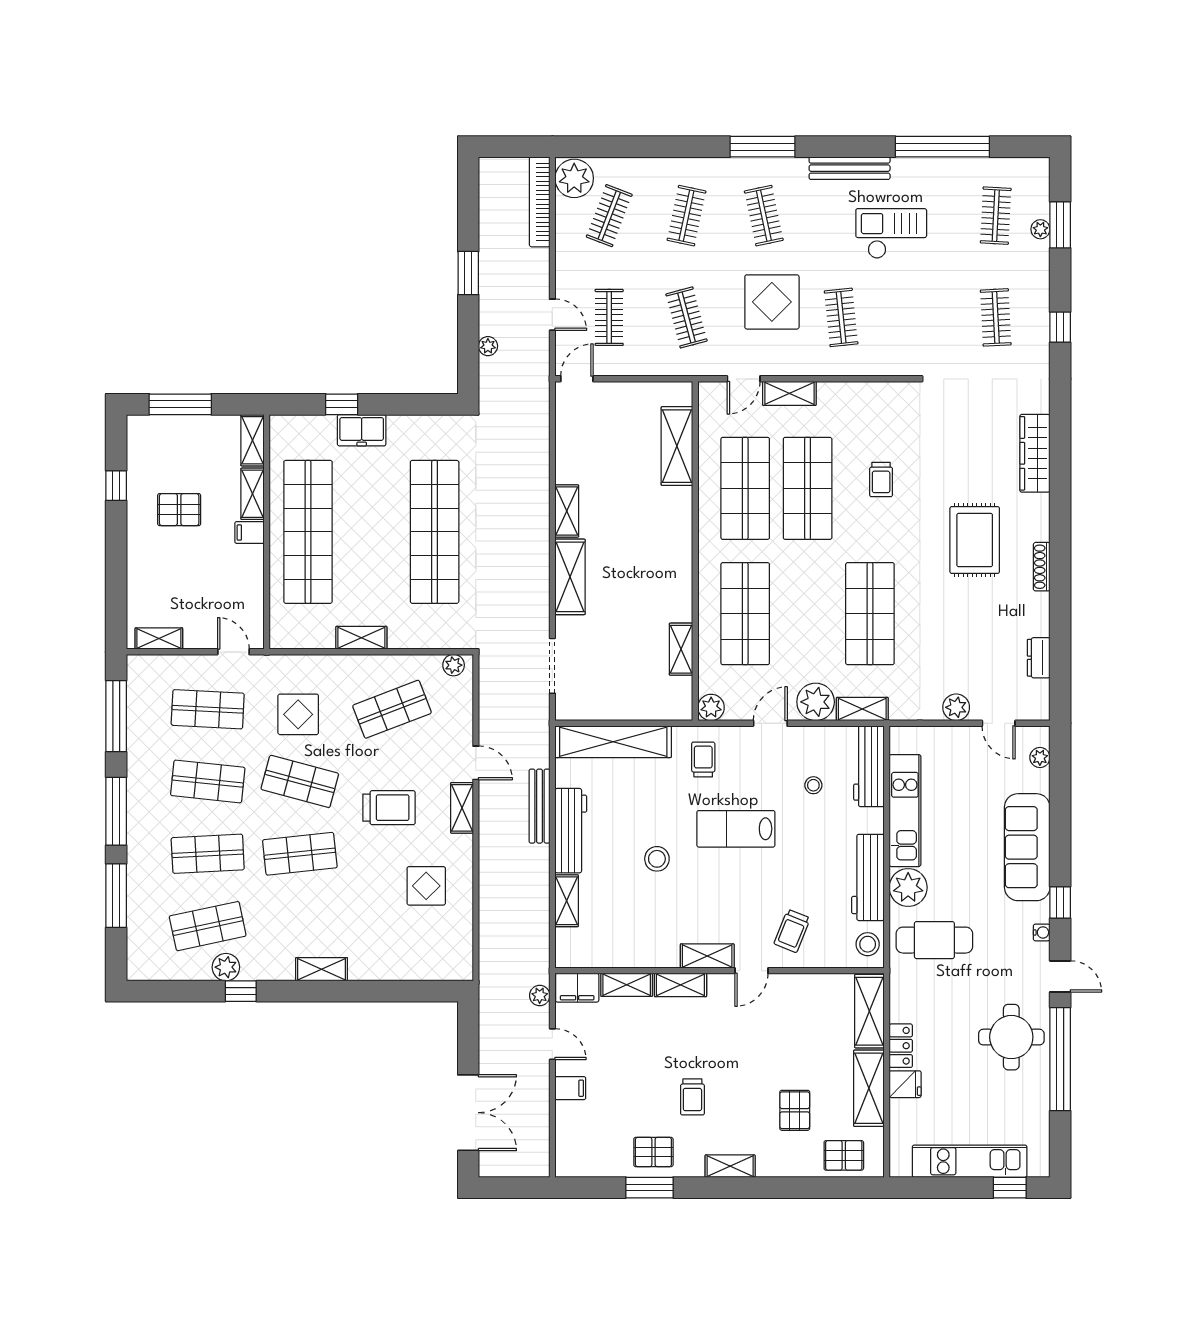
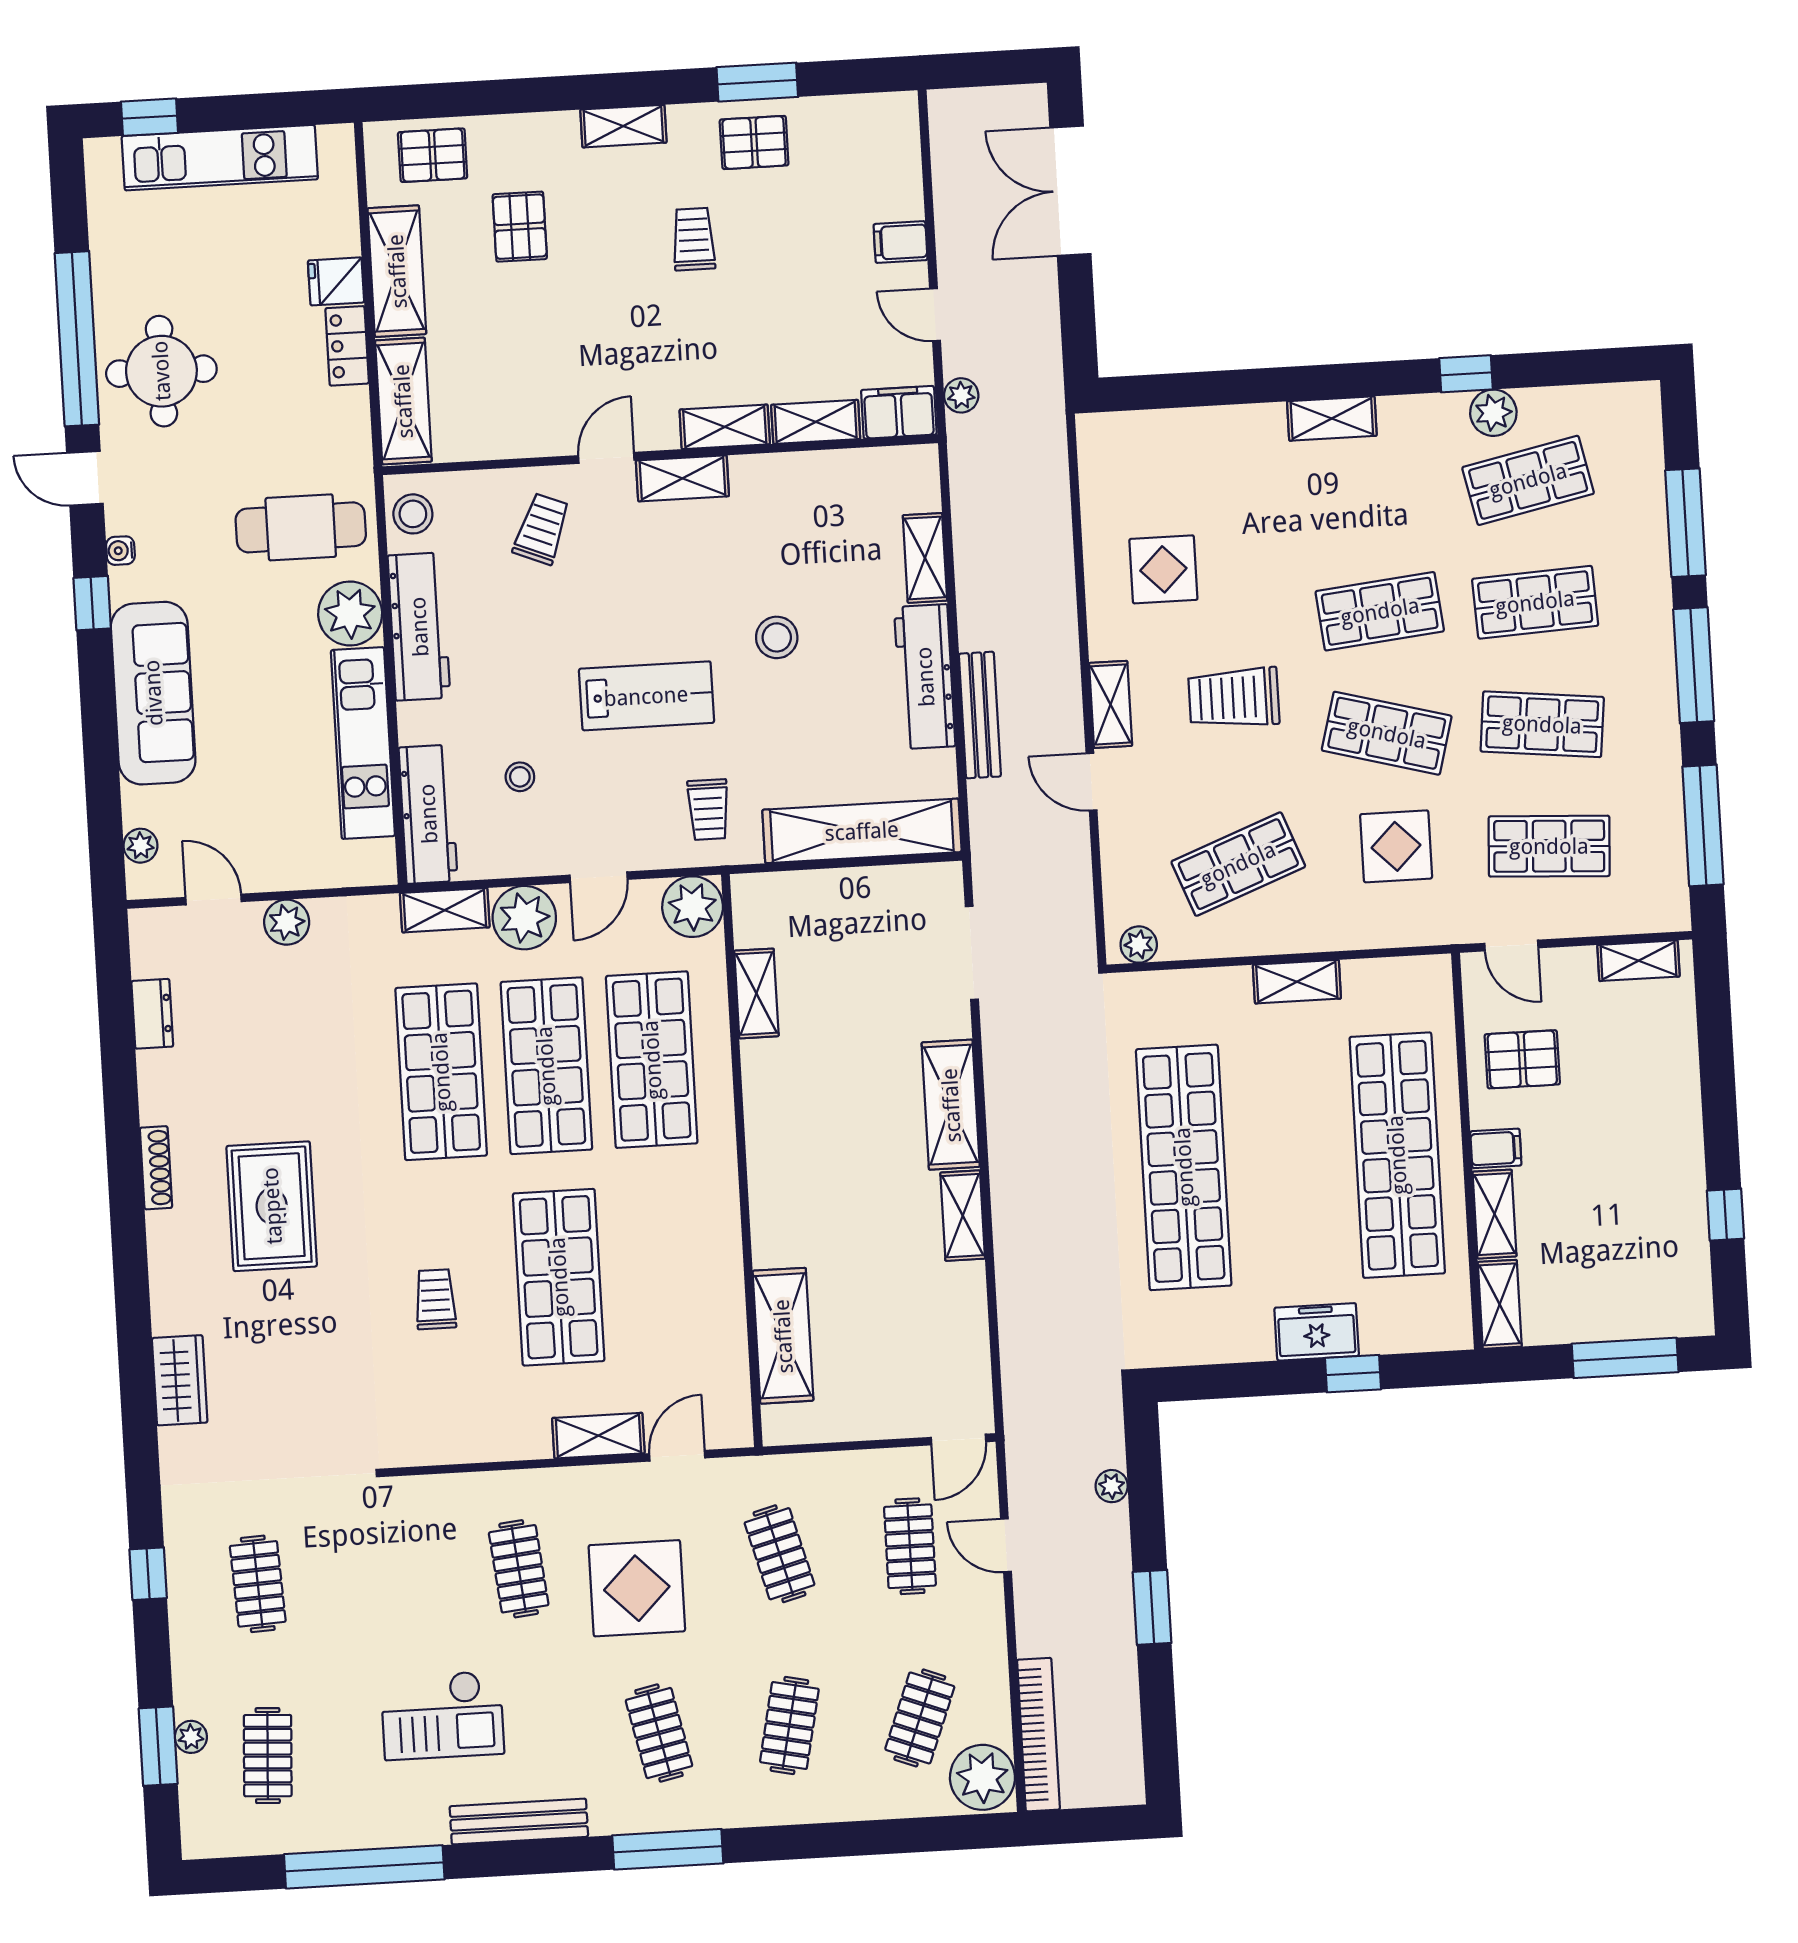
wardrobe: (1035, 453) -> (180, 1380), width x0.67
shop shelf: (745, 488) -> (546, 1066), moved
pallet: (179, 510) -> (1522, 1059), moved
plant: (711, 707) -> (693, 907), width x1.36, depth x1.36

